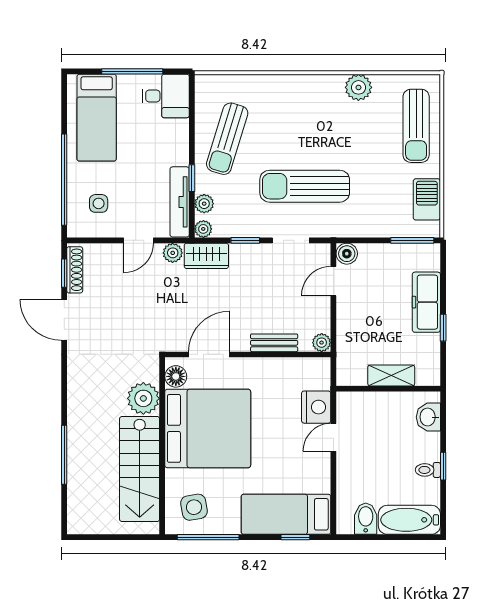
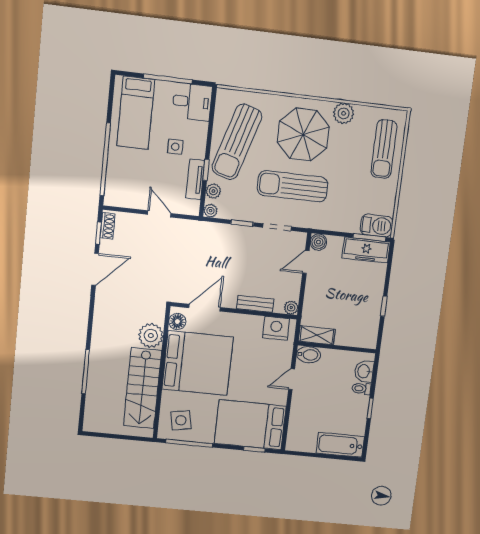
parasol: (310, 120) -> (303, 135), added
sun lounger: (227, 139) -> (237, 142), width x1.36, depth x1.34
barbecue: (427, 199) -> (377, 226), moved, turned 90
tv unit: (180, 202) -> (195, 179), width x0.71
side table: (99, 203) -> (175, 147), moved
door: (138, 240) -> (159, 214), swing flipped
plant: (173, 253) -> (185, 227), removed
wardrobe: (206, 256) -> (211, 232), removed
shoe rack: (75, 270) -> (108, 226), width x0.70
freezer: (426, 302) -> (366, 250), moved, turned -90
door: (64, 320) -> (95, 269), swing flipped
shelving: (391, 375) -> (317, 335), moved
nightstand: (316, 407) -> (276, 328), moved, turned -90
toilet: (428, 470) -> (361, 389), moved
bed: (286, 514) -> (250, 425), width x1.50
bidet: (366, 519) -> (309, 355), moved, turned 90

